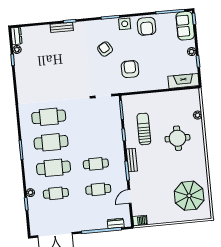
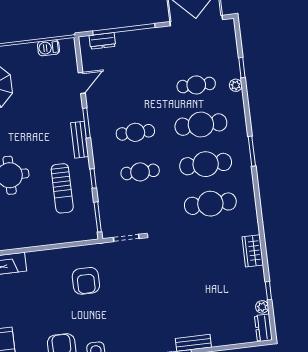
armchair: (105, 49) -> (125, 311), removed
wardrobe: (22, 86) -> (253, 251), added
cafe table: (98, 189) -> (140, 172), moved
barbecue: (140, 221) -> (49, 48), moved

